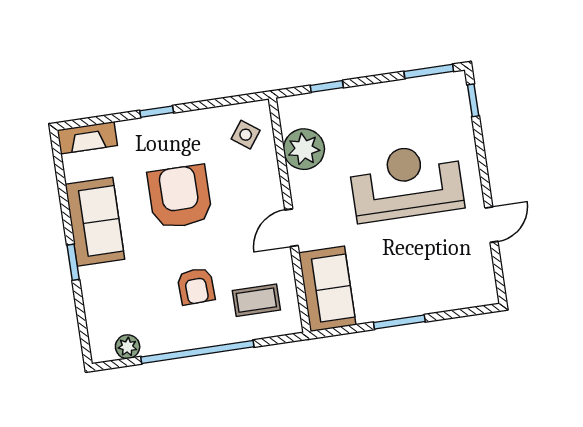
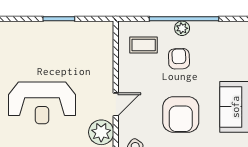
door: (291, 228) -> (116, 104), moved
sofa: (327, 289) -> (100, 45), removed
plant: (128, 347) -> (182, 28), moved

